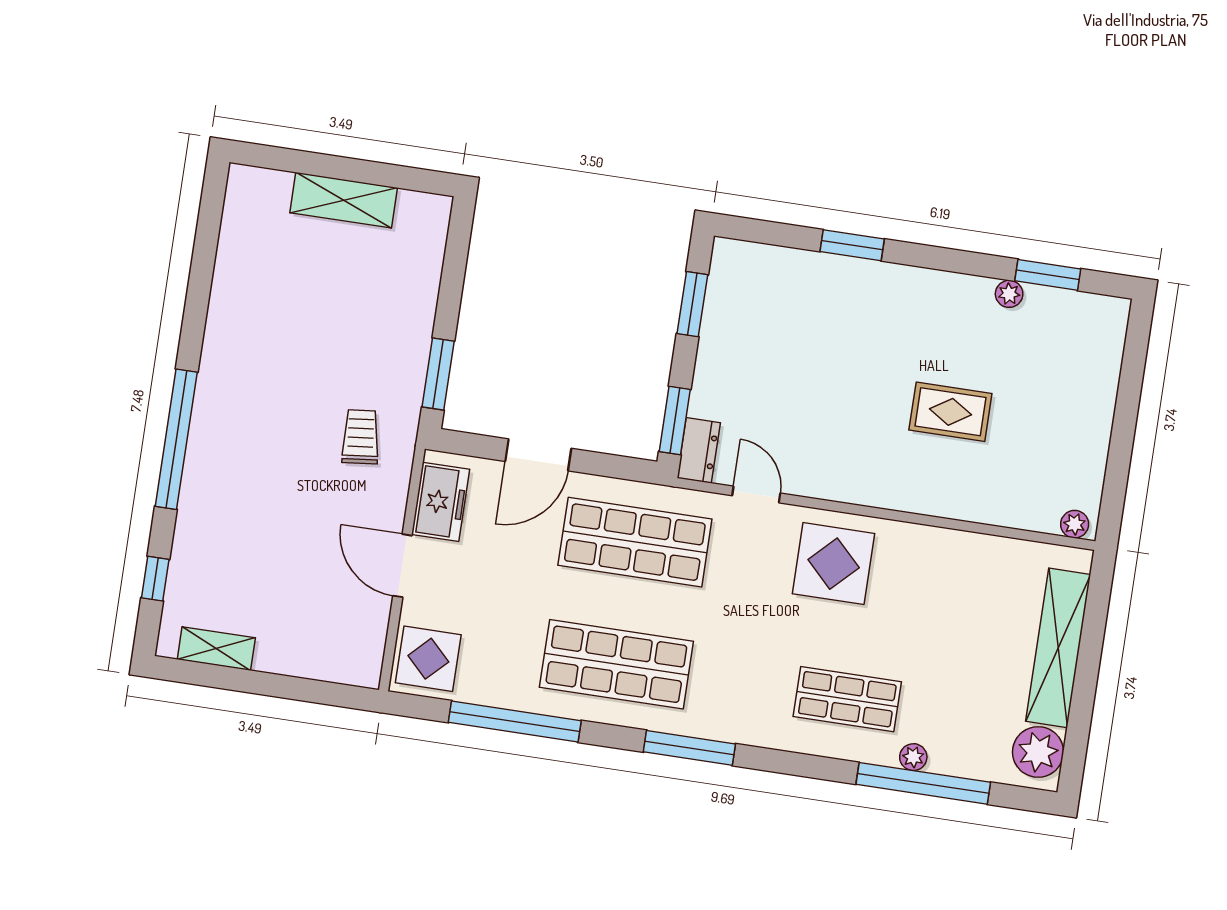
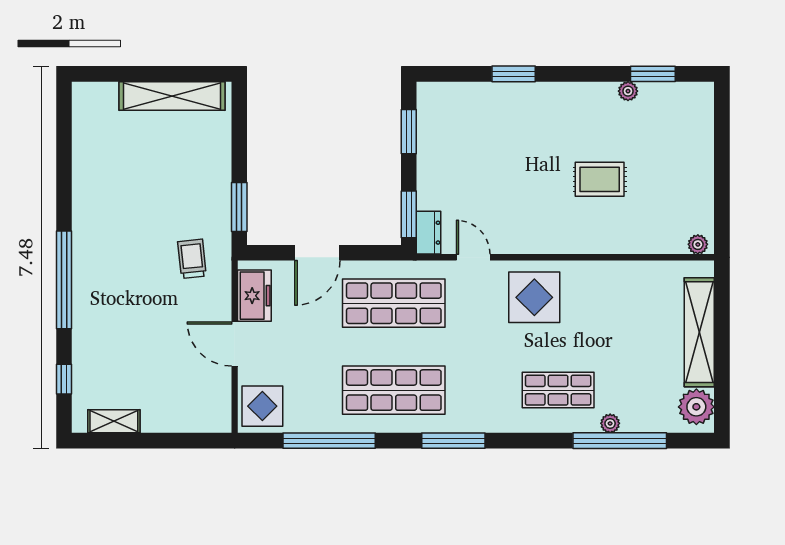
shelving: (344, 200) -> (172, 96), width x1.47

